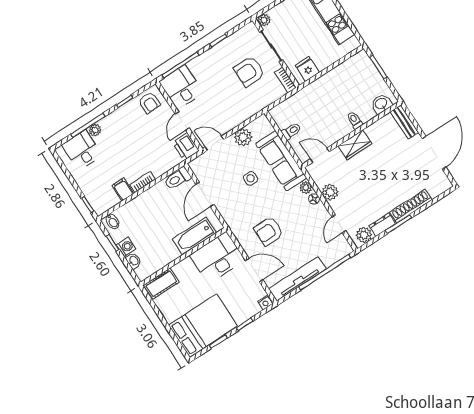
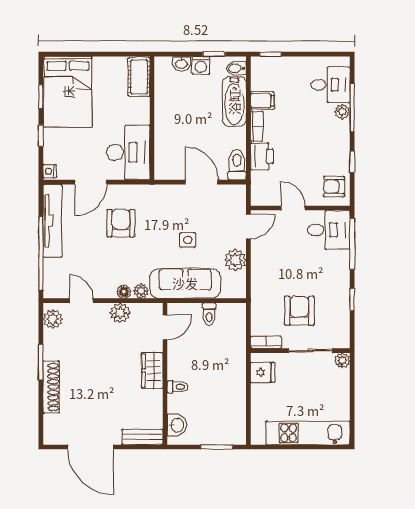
printer: (186, 147) -> (262, 156), moved, turned 90
dresser: (382, 225) -> (51, 345), removed
bathtub: (194, 236) -> (234, 102), moved, turned 180

